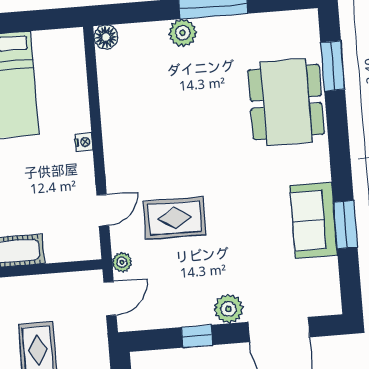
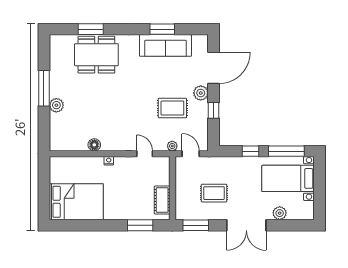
floor lamp: (106, 37) -> (94, 145), moved
window: (333, 66) -> (91, 29), moved
rug: (175, 218) -> (172, 108), moved, turned 90
sofa: (314, 220) -> (165, 45), width x1.36

